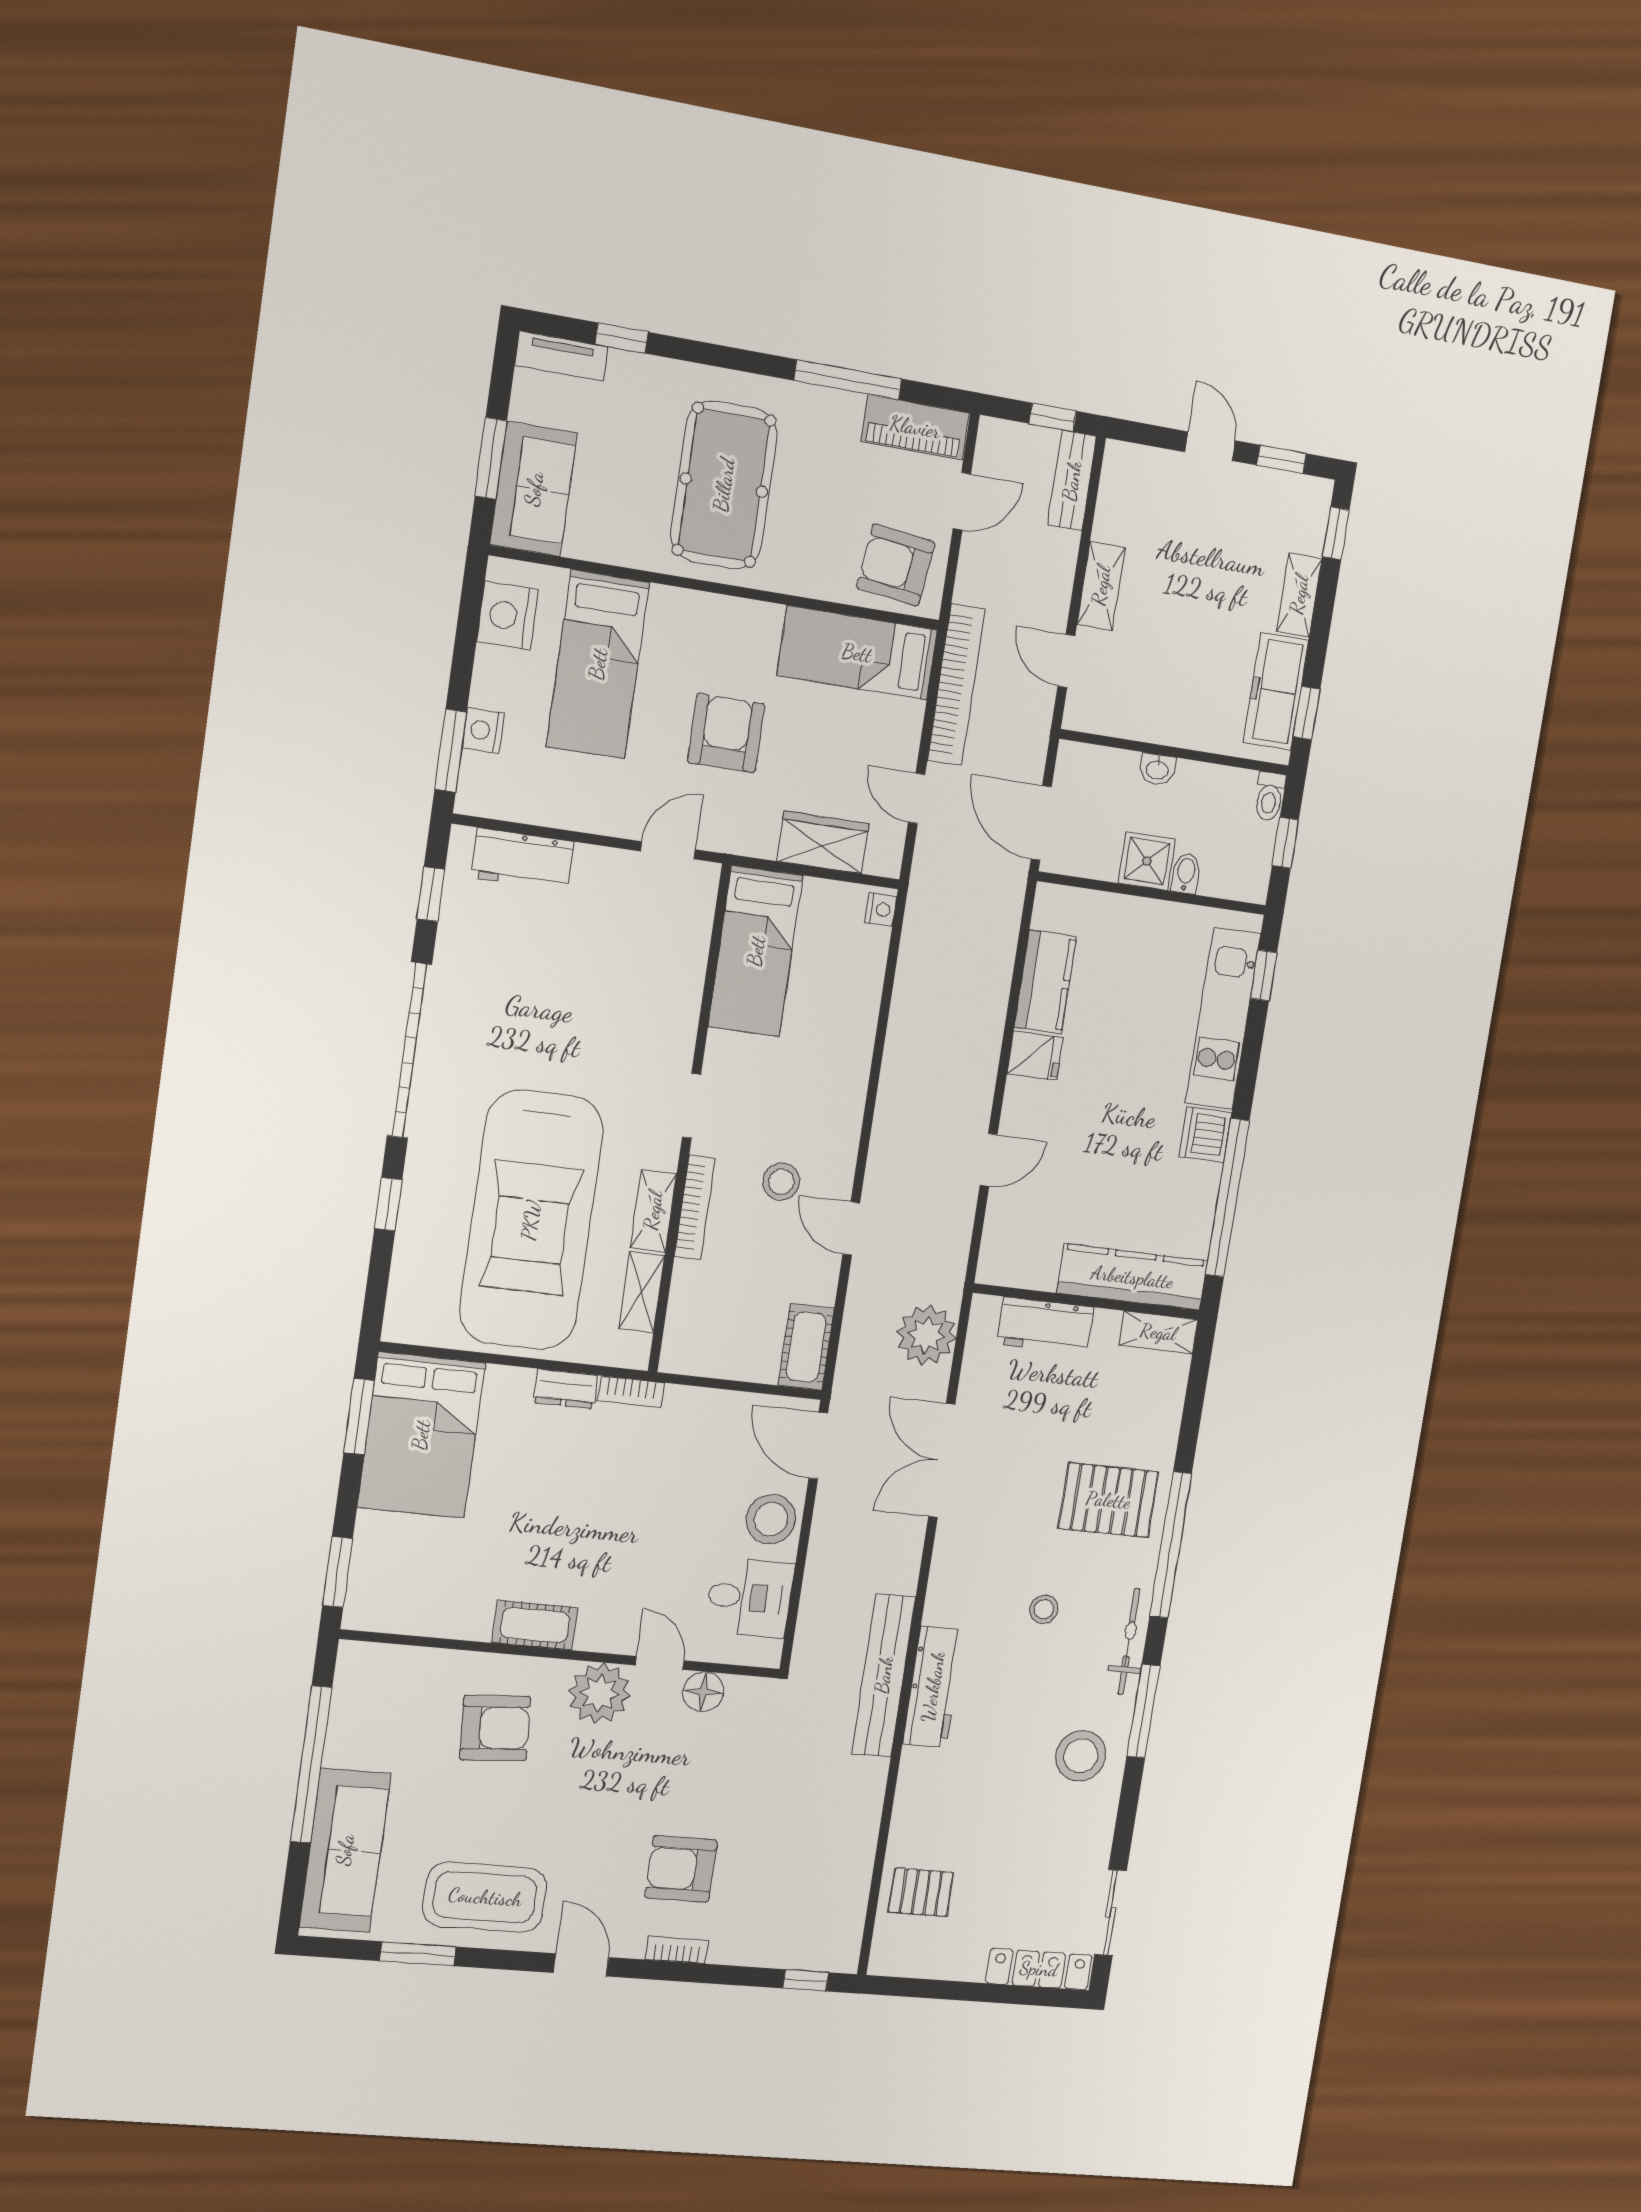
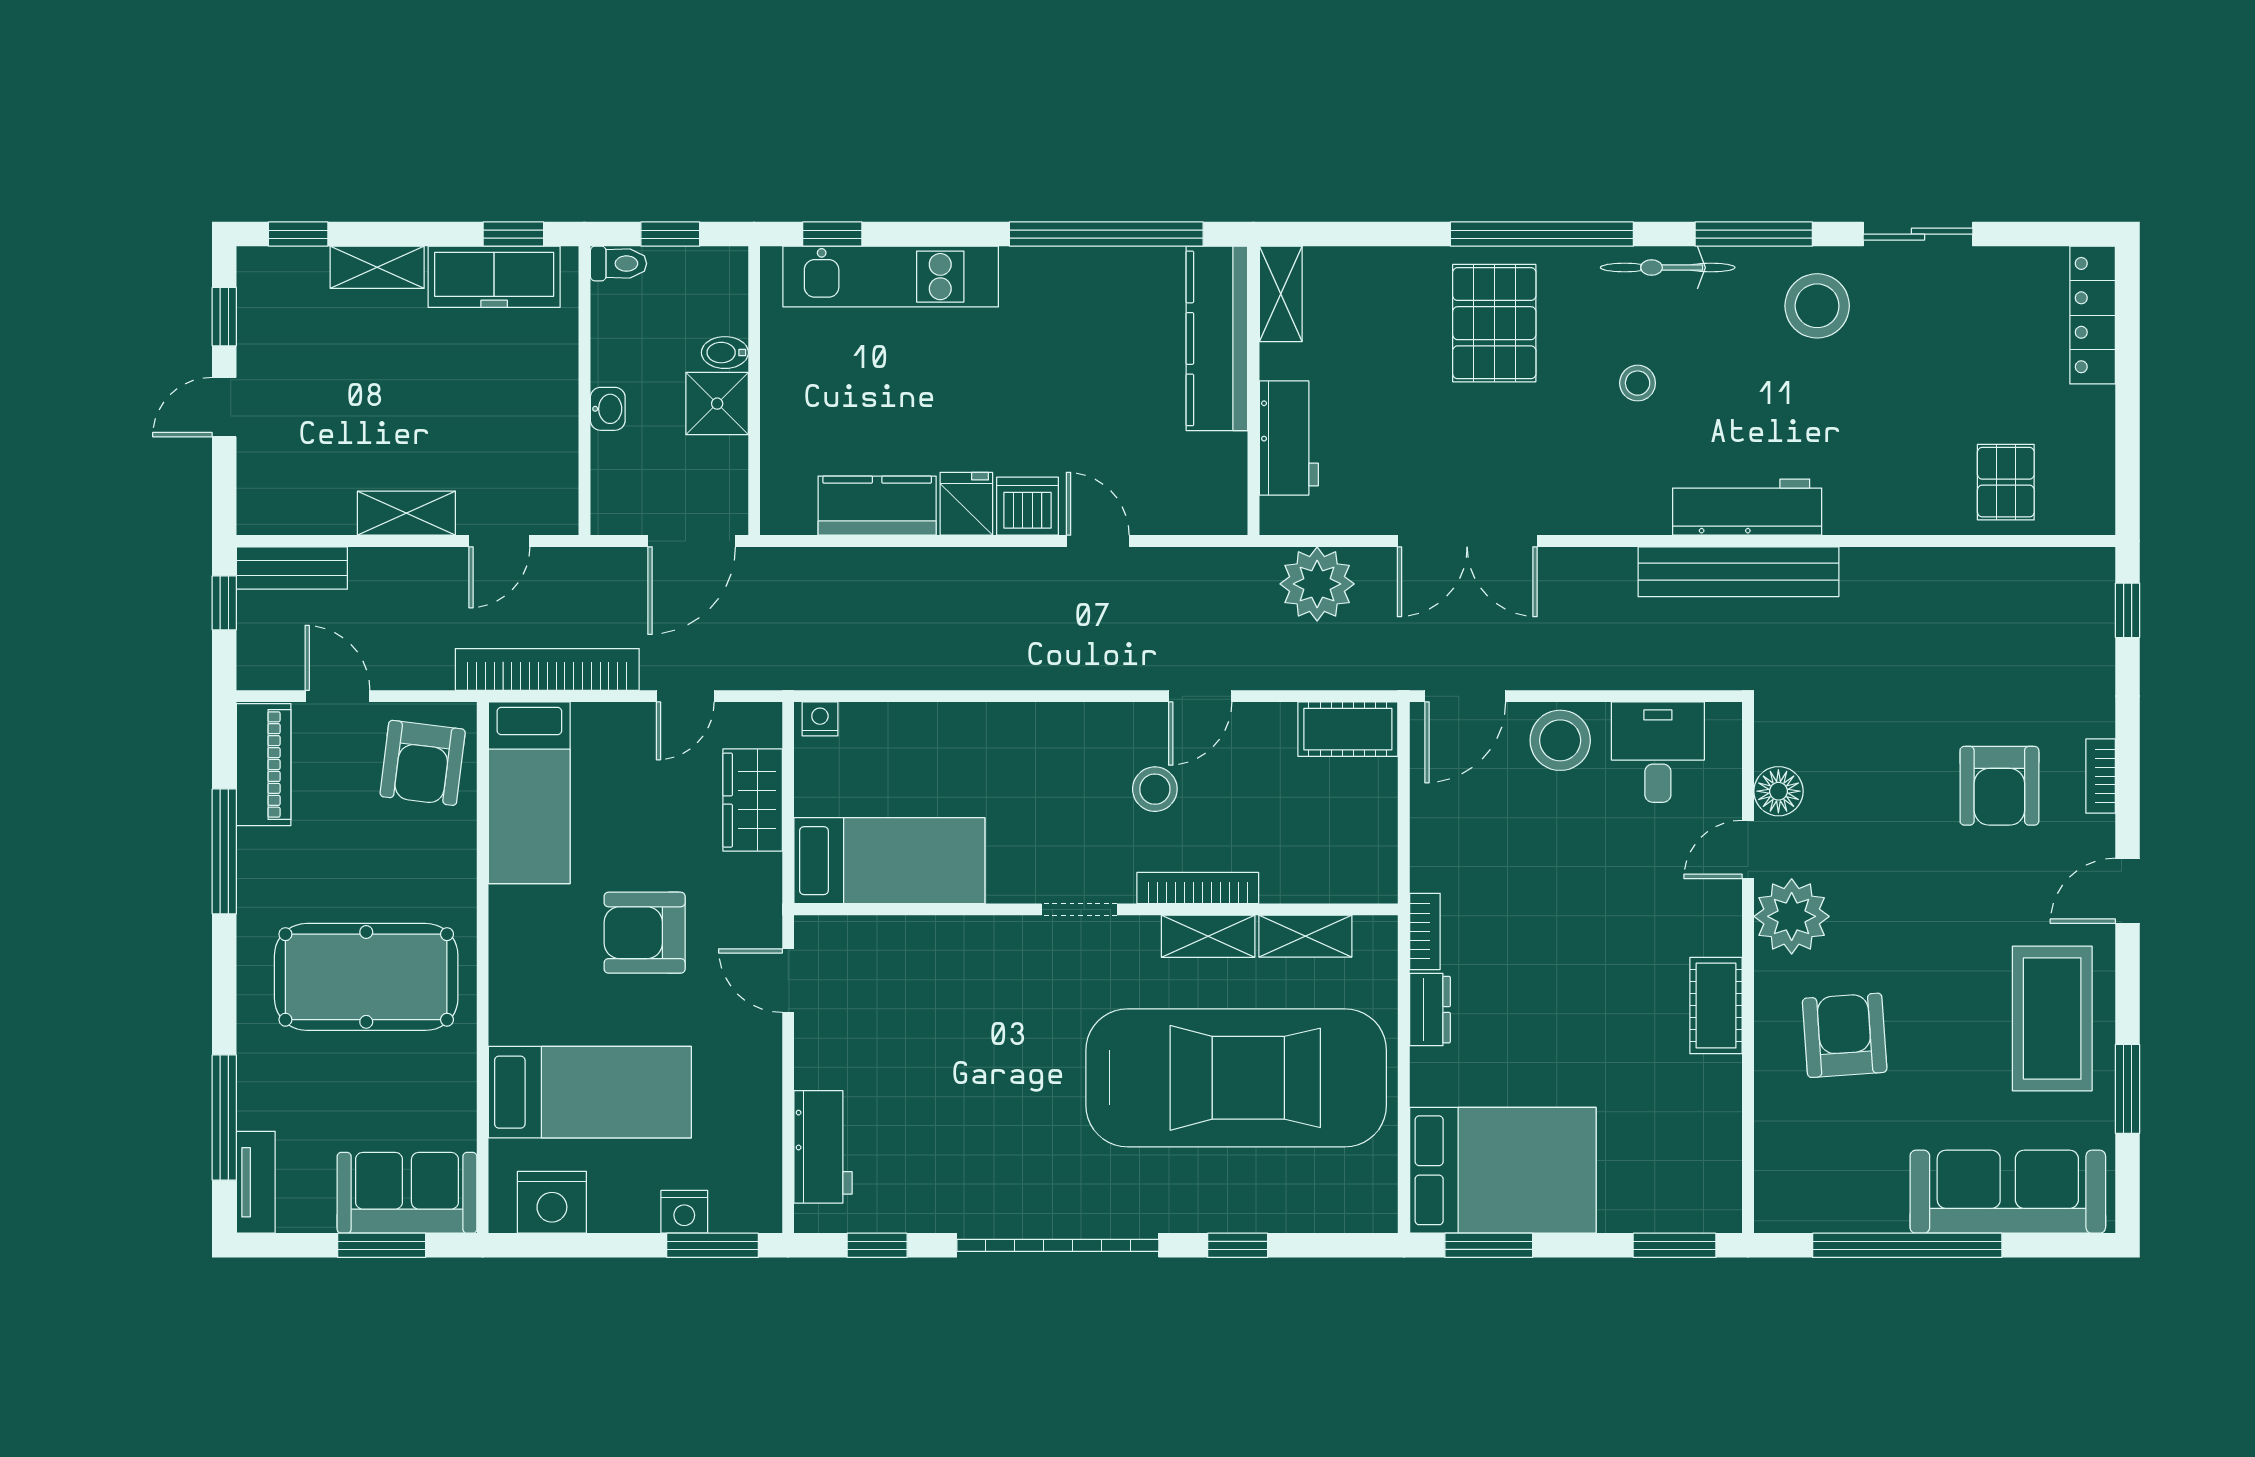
window: (622, 338) -> (224, 1118), width x2.17
dishwasher: (1205, 1135) -> (1028, 506), moved, turned 180
sliding door: (1110, 1913) -> (1918, 234), moved

